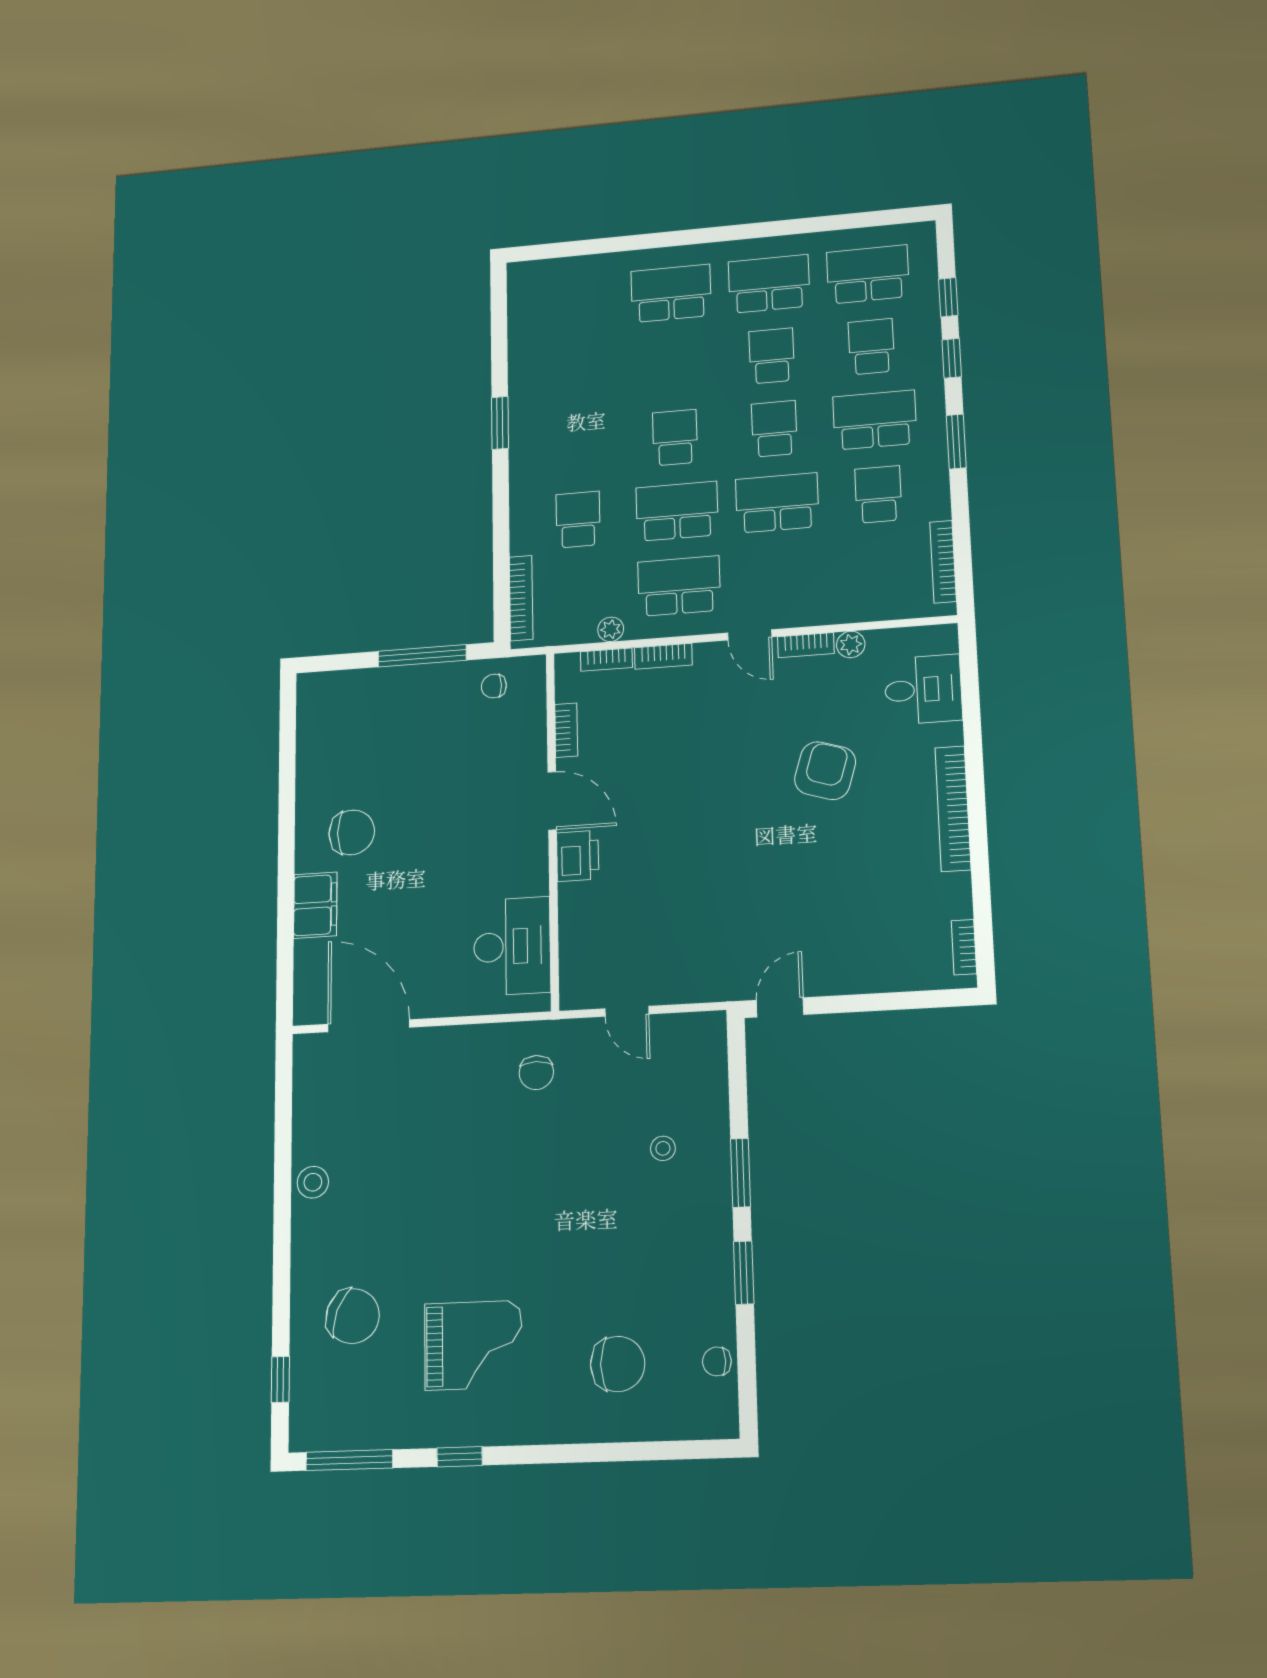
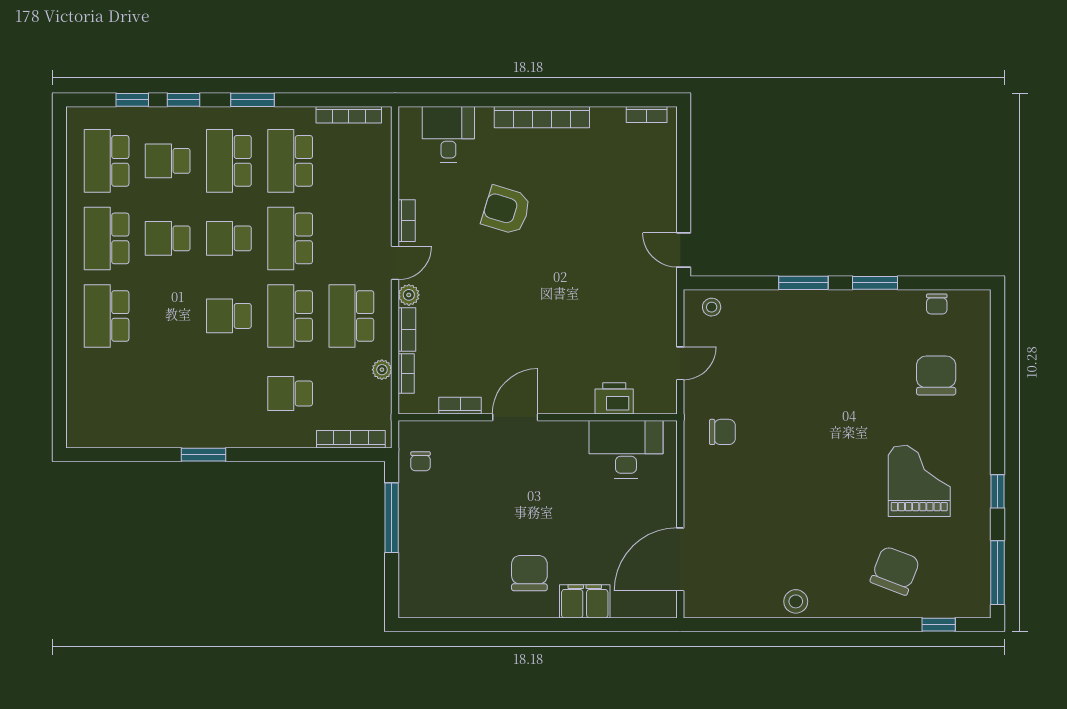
school desk: (878, 494) -> (290, 161), width x1.85
plant: (851, 644) -> (409, 295), moved
printer: (578, 856) -> (614, 398), moved
stool: (663, 1148) -> (712, 307), moved

